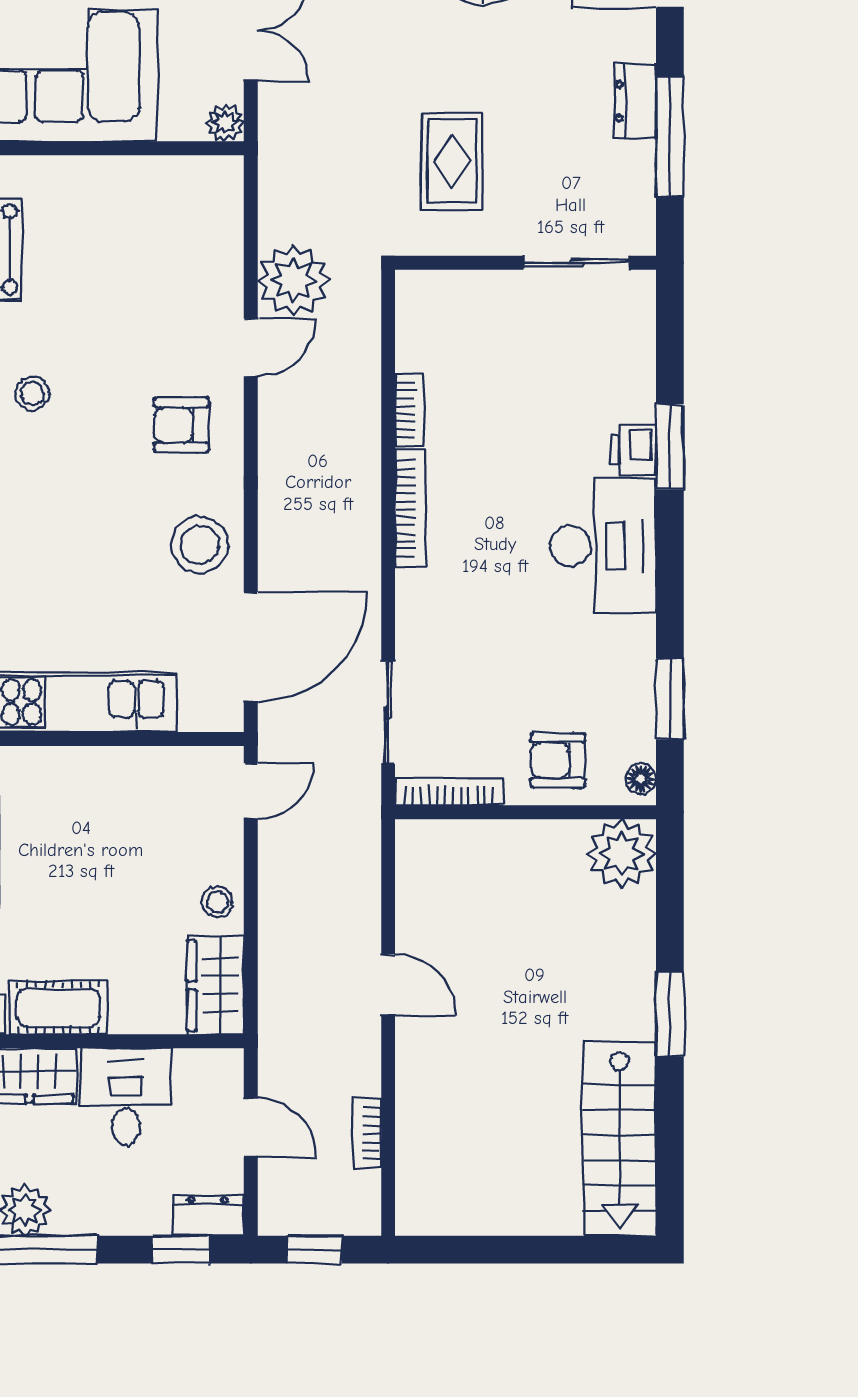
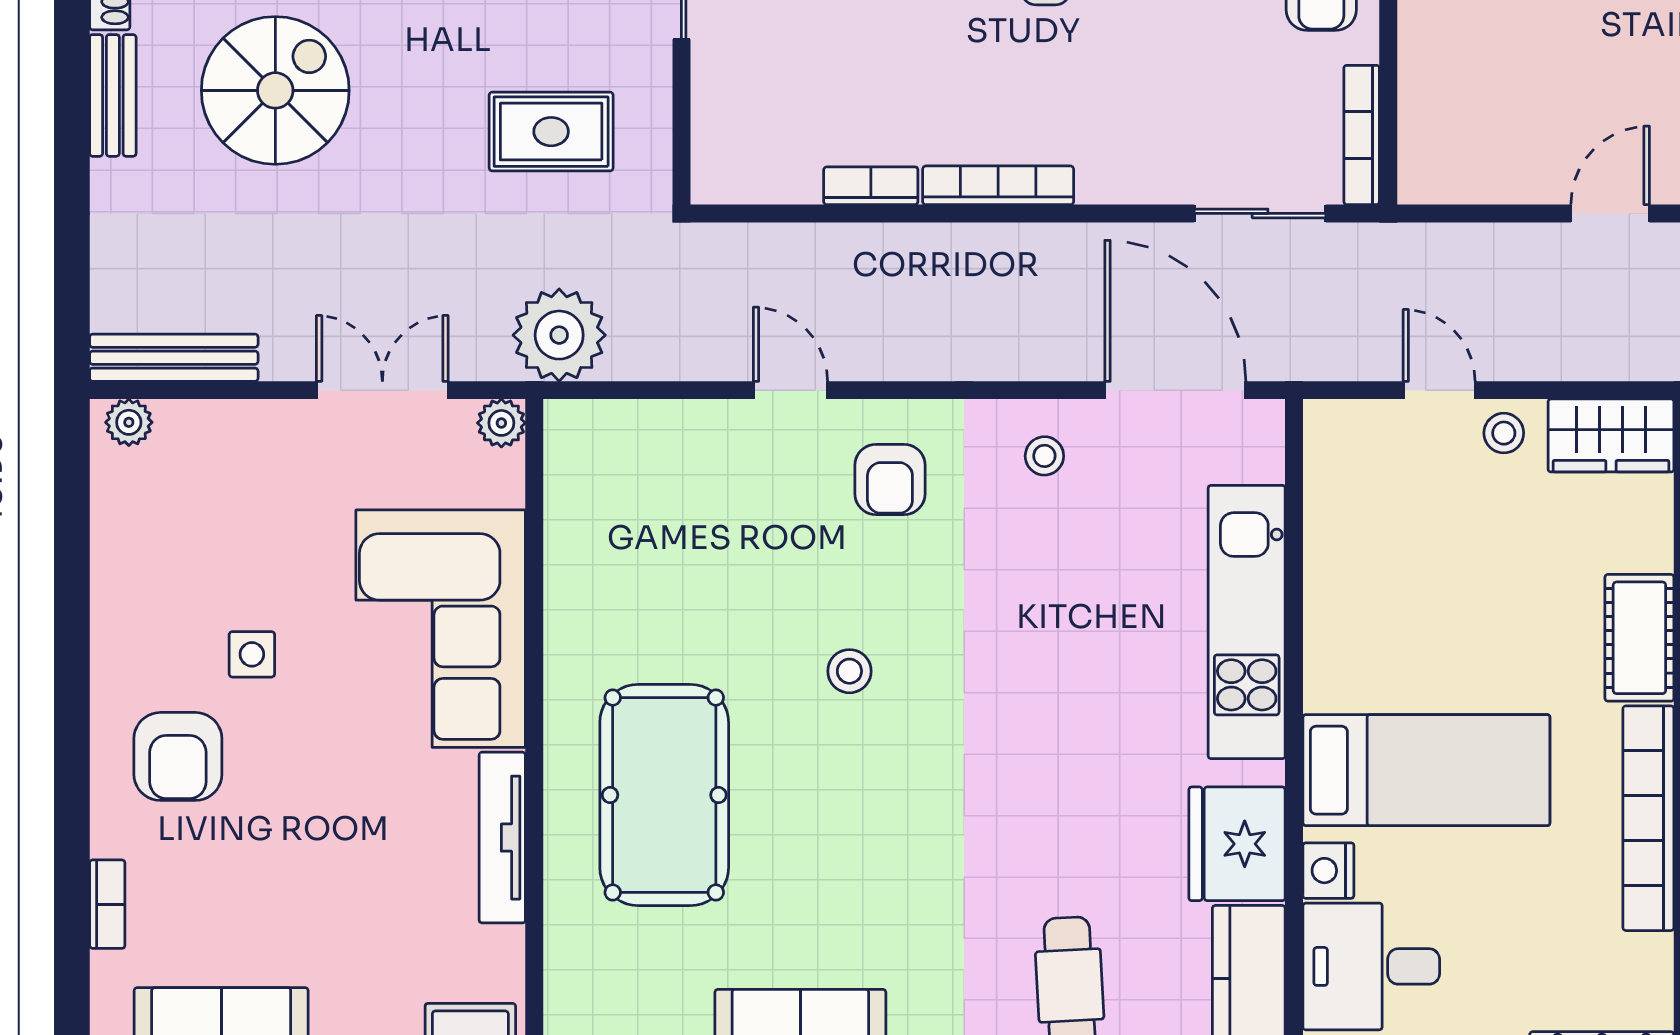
plant: (294, 280) -> (559, 335), moved
stool: (200, 545) -> (1044, 456), width x0.53, depth x0.53
door: (251, 791) -> (1439, 390), moved

